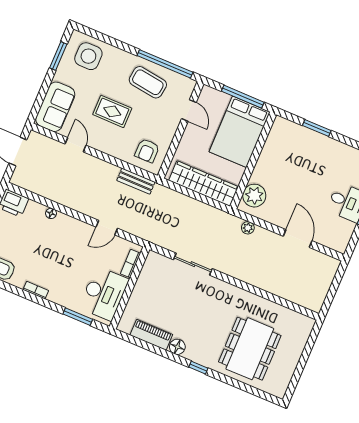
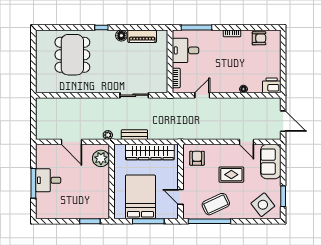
side table: (88, 56) -> (263, 205), turned -38
coffee table: (148, 82) -> (216, 204), turned -33
wall: (253, 160) -> (112, 182), moved
bench: (136, 181) -> (134, 135), moved
plant: (254, 196) -> (101, 158), moved
desk: (104, 293) -> (185, 50), width x0.73
window: (78, 317) -> (196, 28), width x1.44

